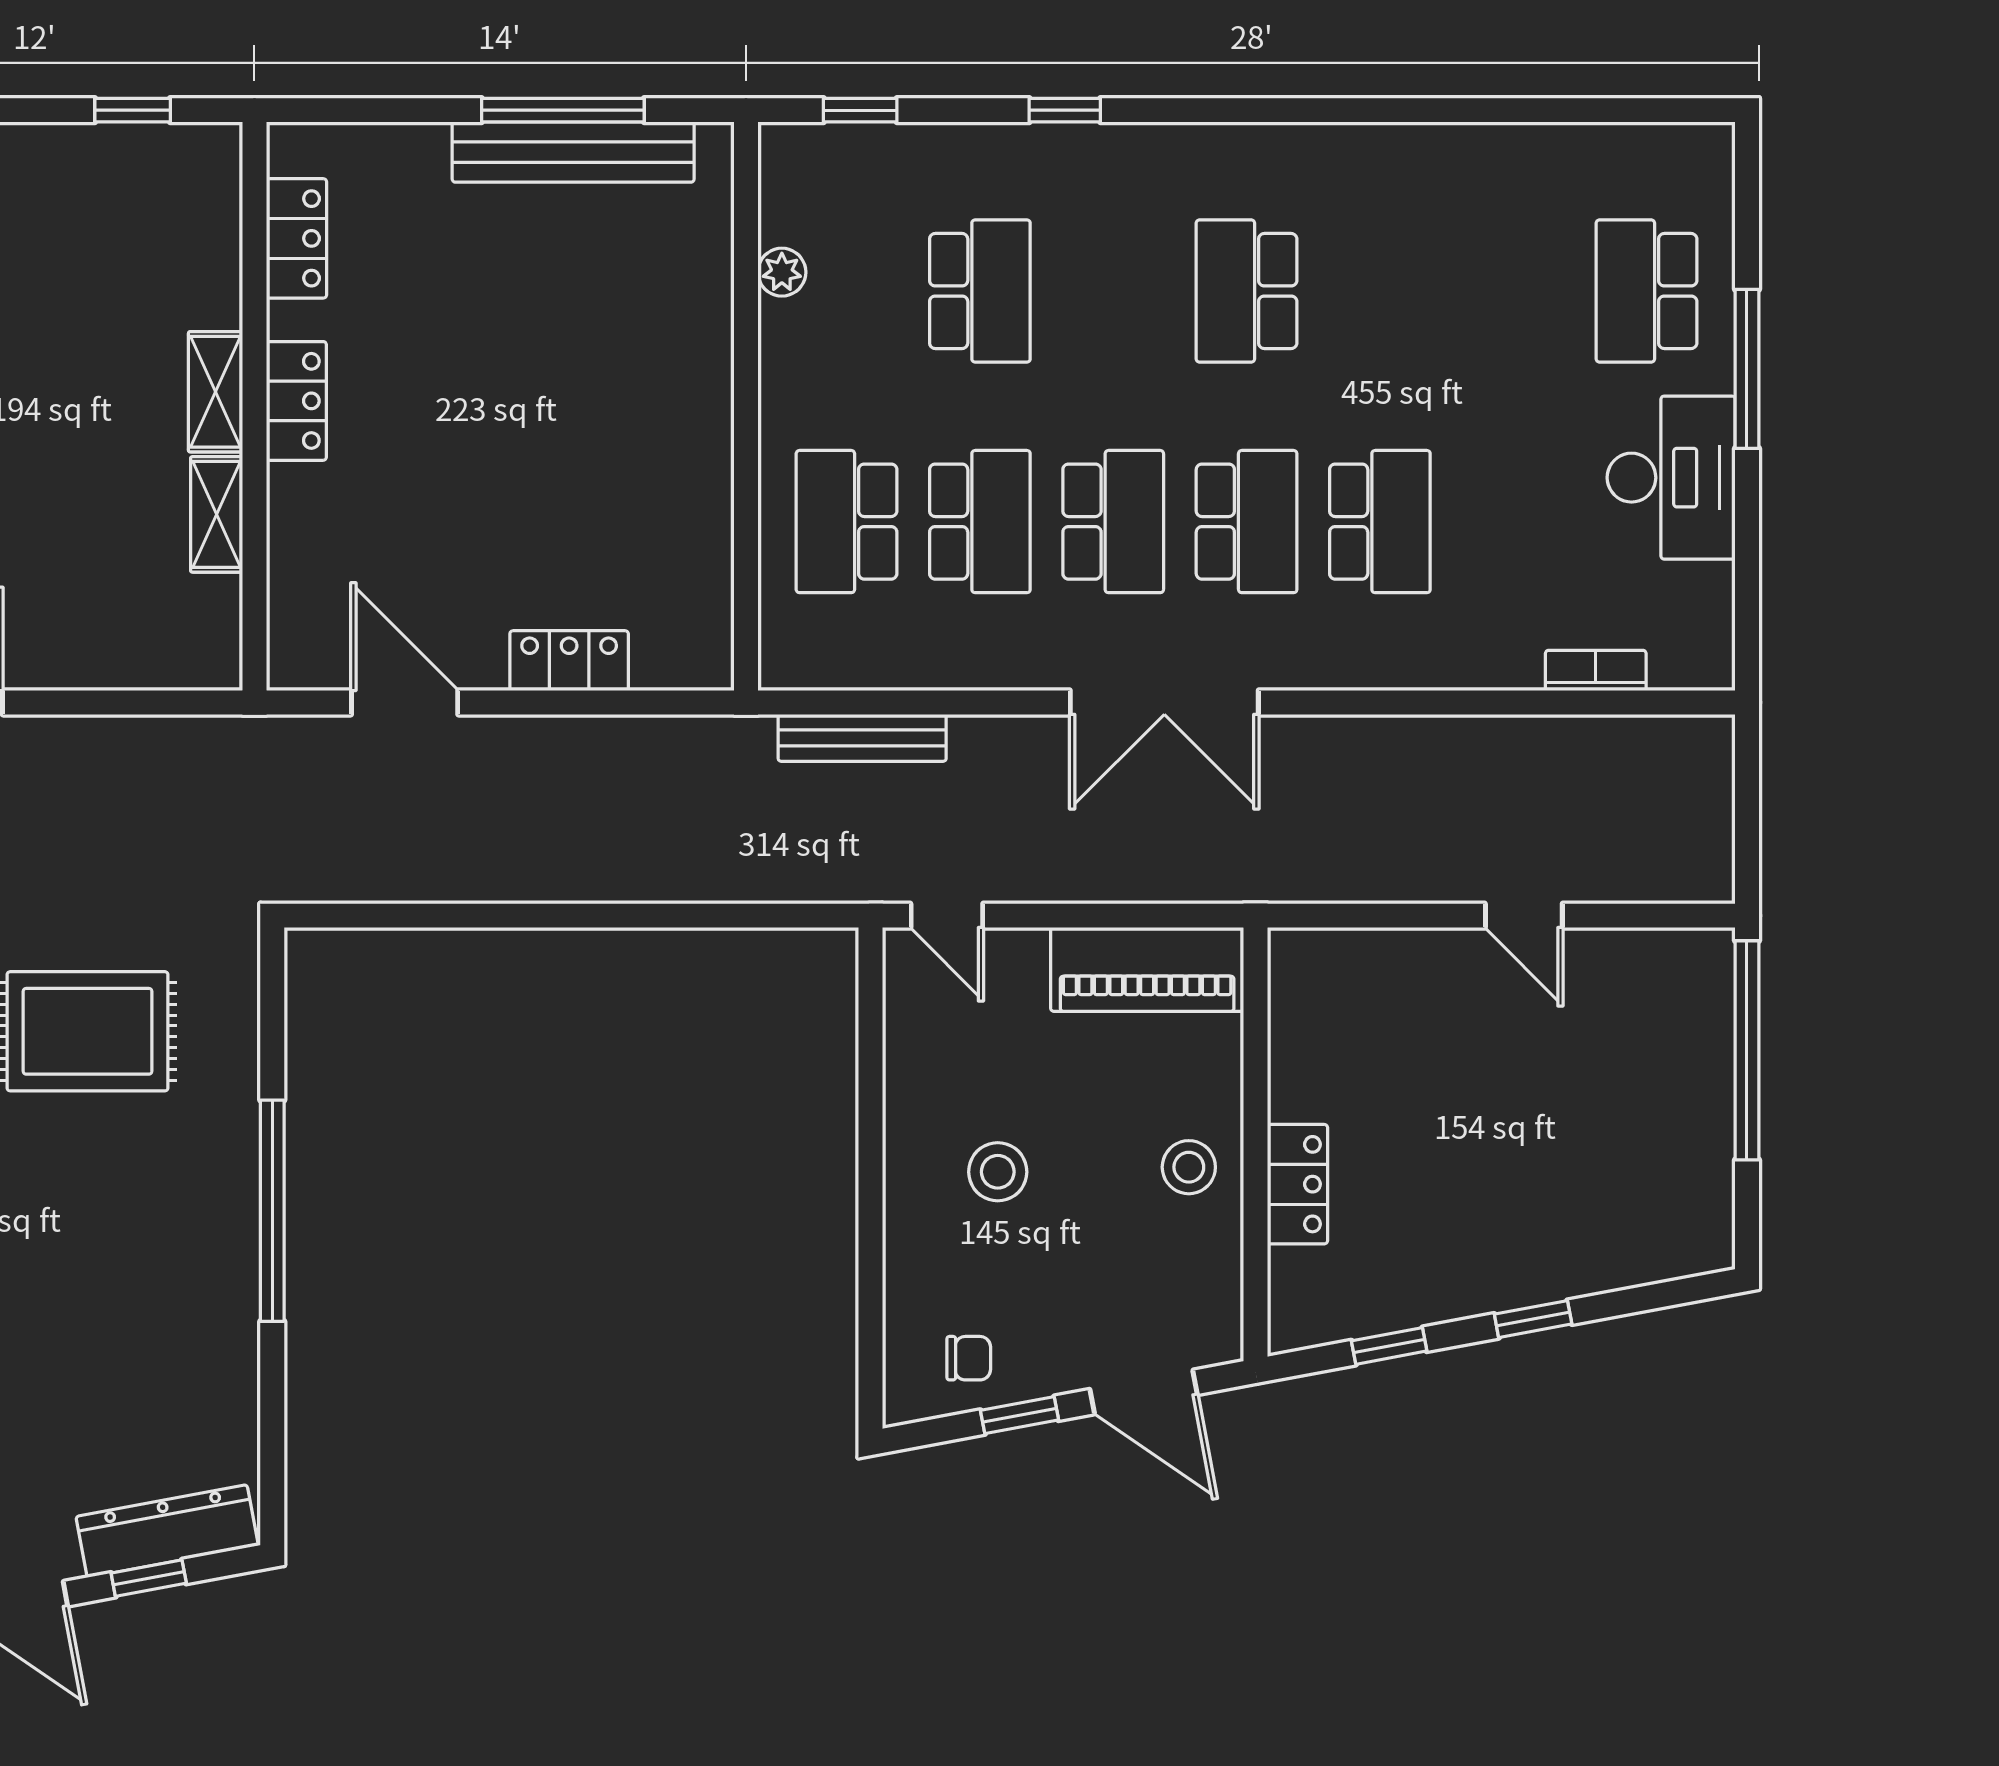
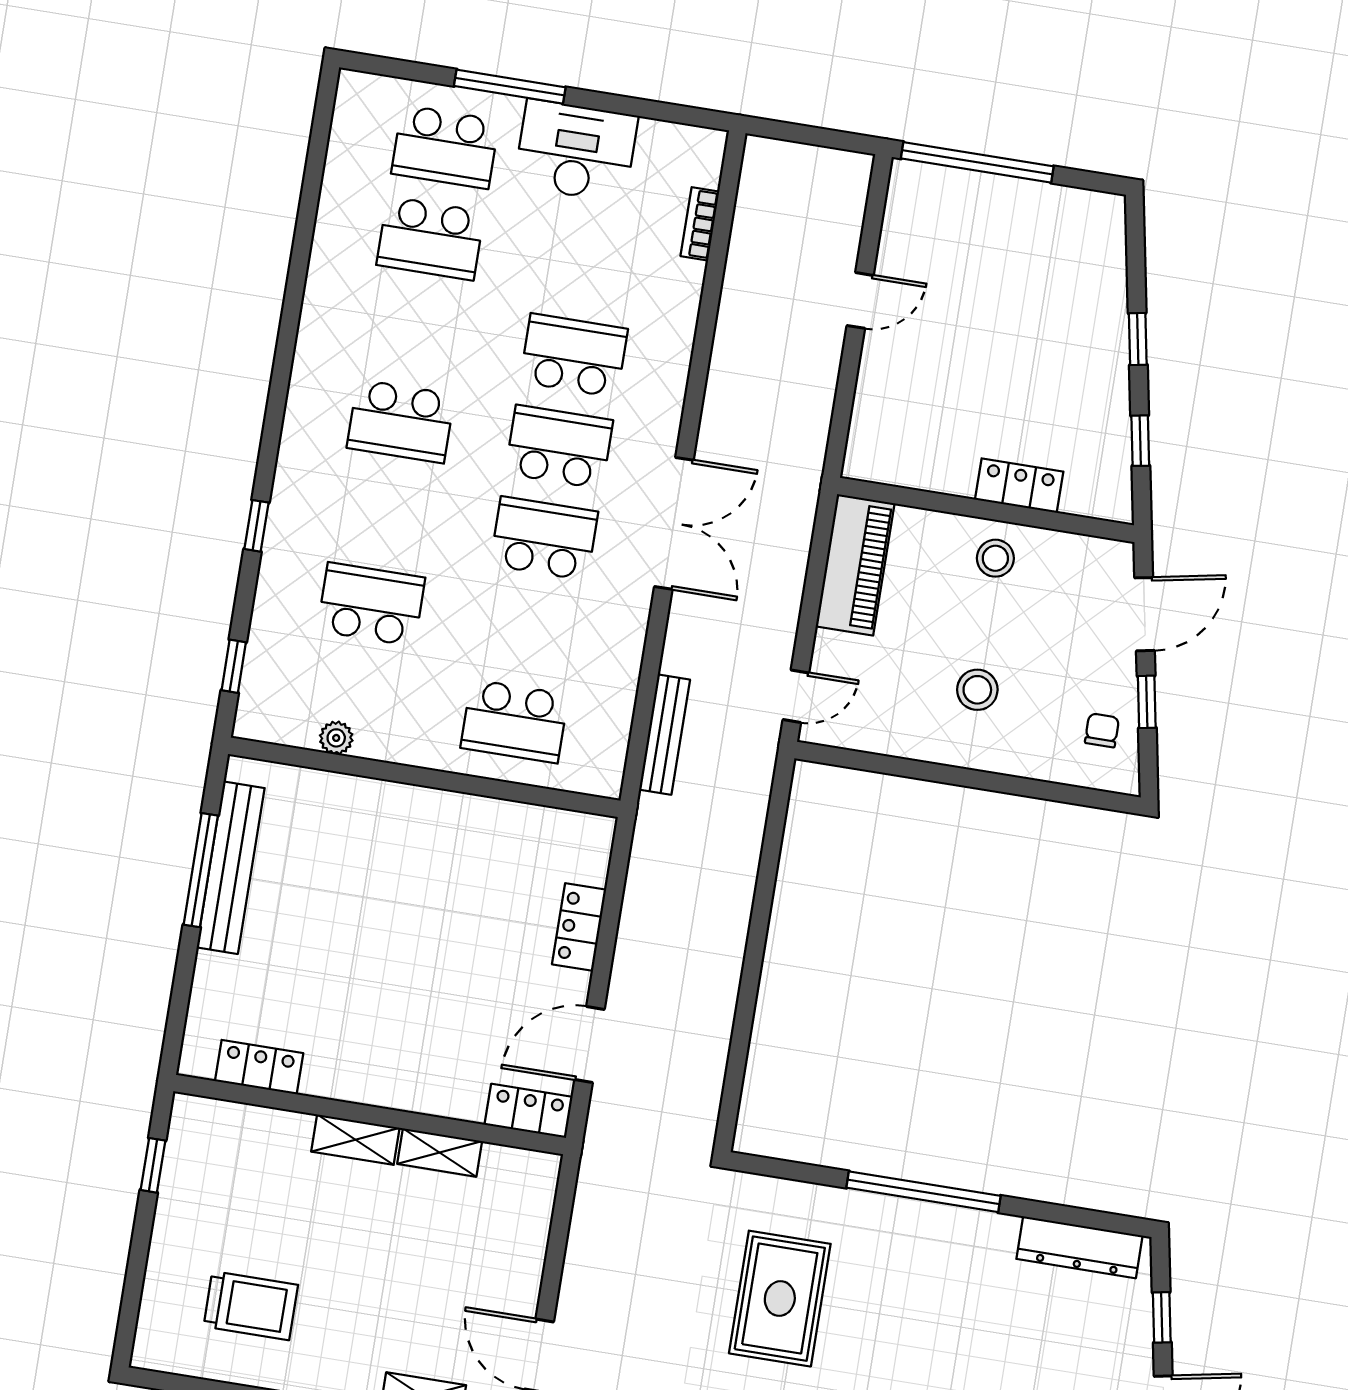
locker: (296, 401) -> (529, 1111), moved
school desk: (980, 522) -> (430, 238), moved, turned 180
dresser: (167, 1531) -> (1079, 1247), moved, turned -79

